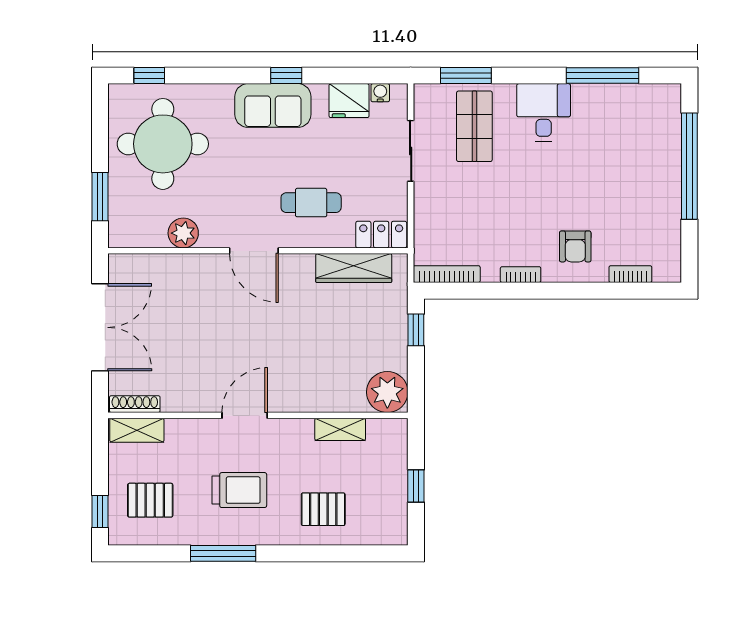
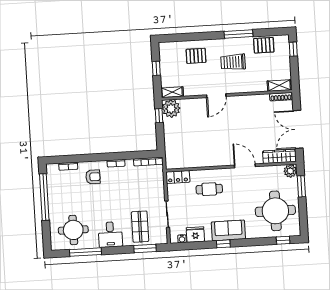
round table: (628, 128) -> (73, 230), added
window: (689, 166) -> (44, 197), moved
plant: (183, 233) -> (290, 171), moved
armchair: (575, 246) -> (93, 177), turned 90
door: (254, 251) -> (245, 166), moved
wardrobe: (354, 268) -> (280, 156), moved
window: (416, 330) -> (159, 116), moved
door: (245, 415) -> (216, 96), moved
shelving: (340, 429) -> (172, 92), moved
pallet: (150, 500) -> (264, 45), moved

